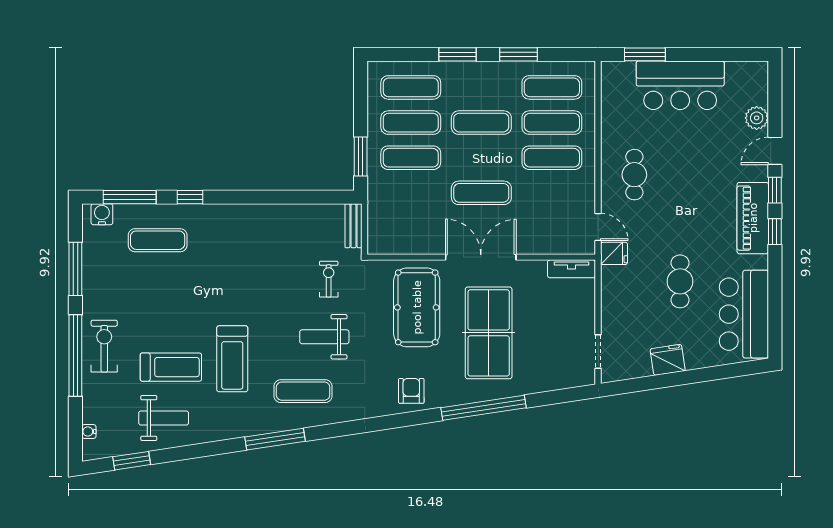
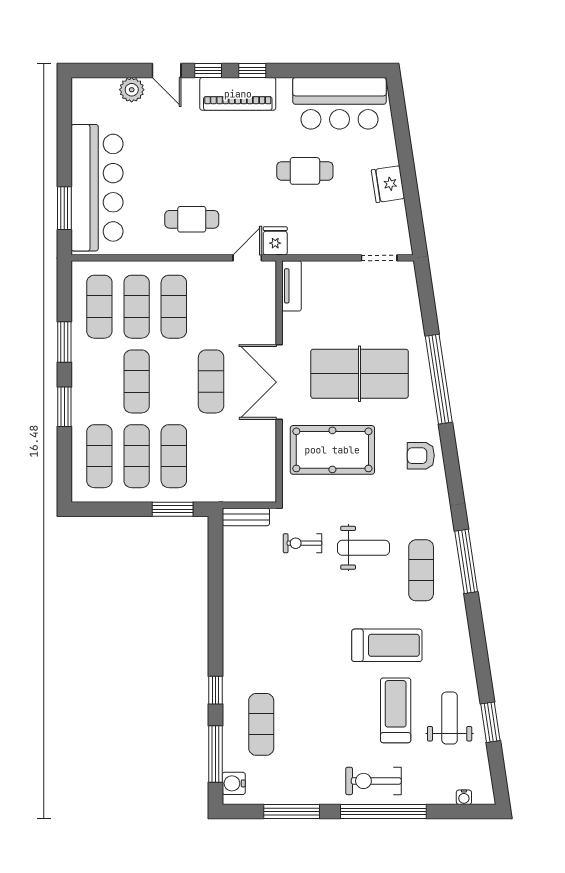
bar counter: (680, 85) -> (97, 188), width x1.36
weight bench: (324, 337) -> (364, 548), turned -90
window: (275, 439) -> (466, 561), moved
window: (132, 461) -> (490, 722), moved

